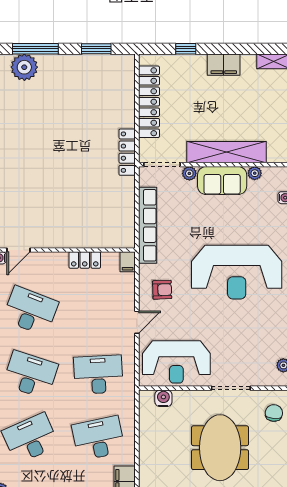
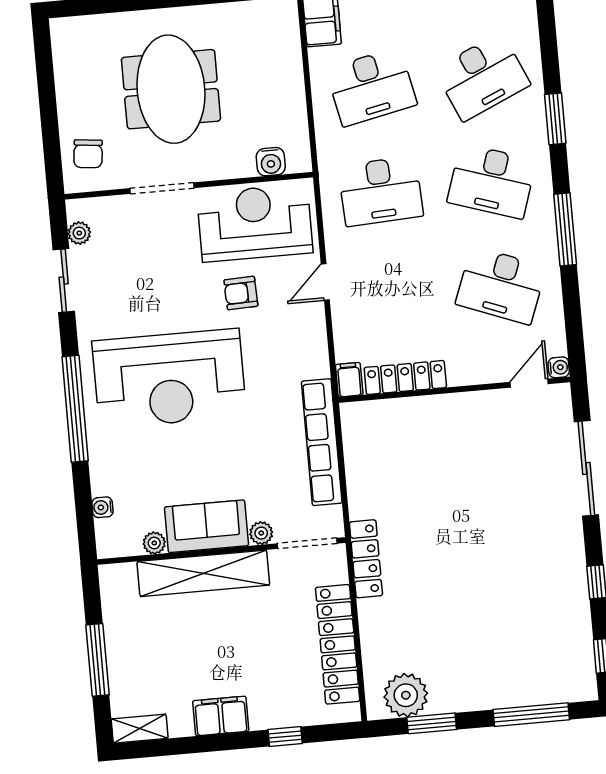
plant: (24, 67) -> (406, 695), moved
locker: (85, 260) -> (405, 377), width x1.53
reception desk: (237, 272) -> (169, 379), turned 180
armchair: (162, 290) -> (241, 293), moved

